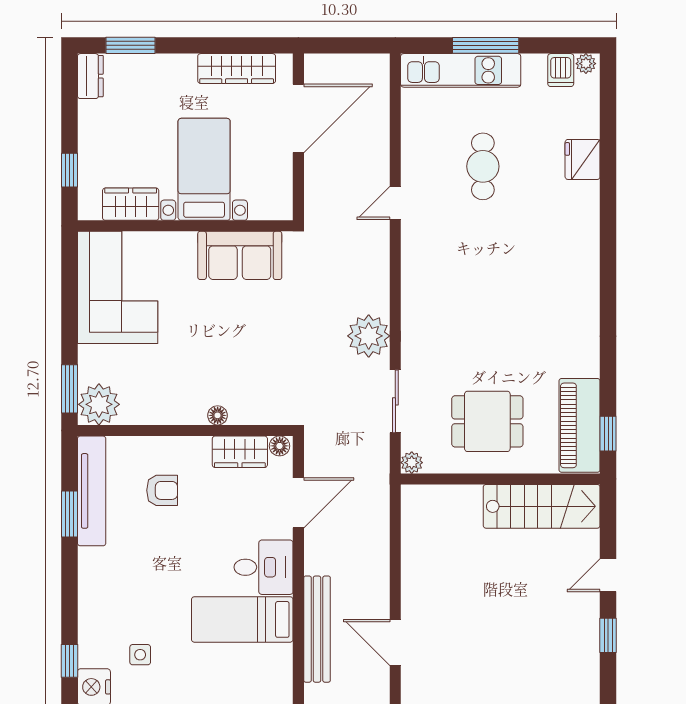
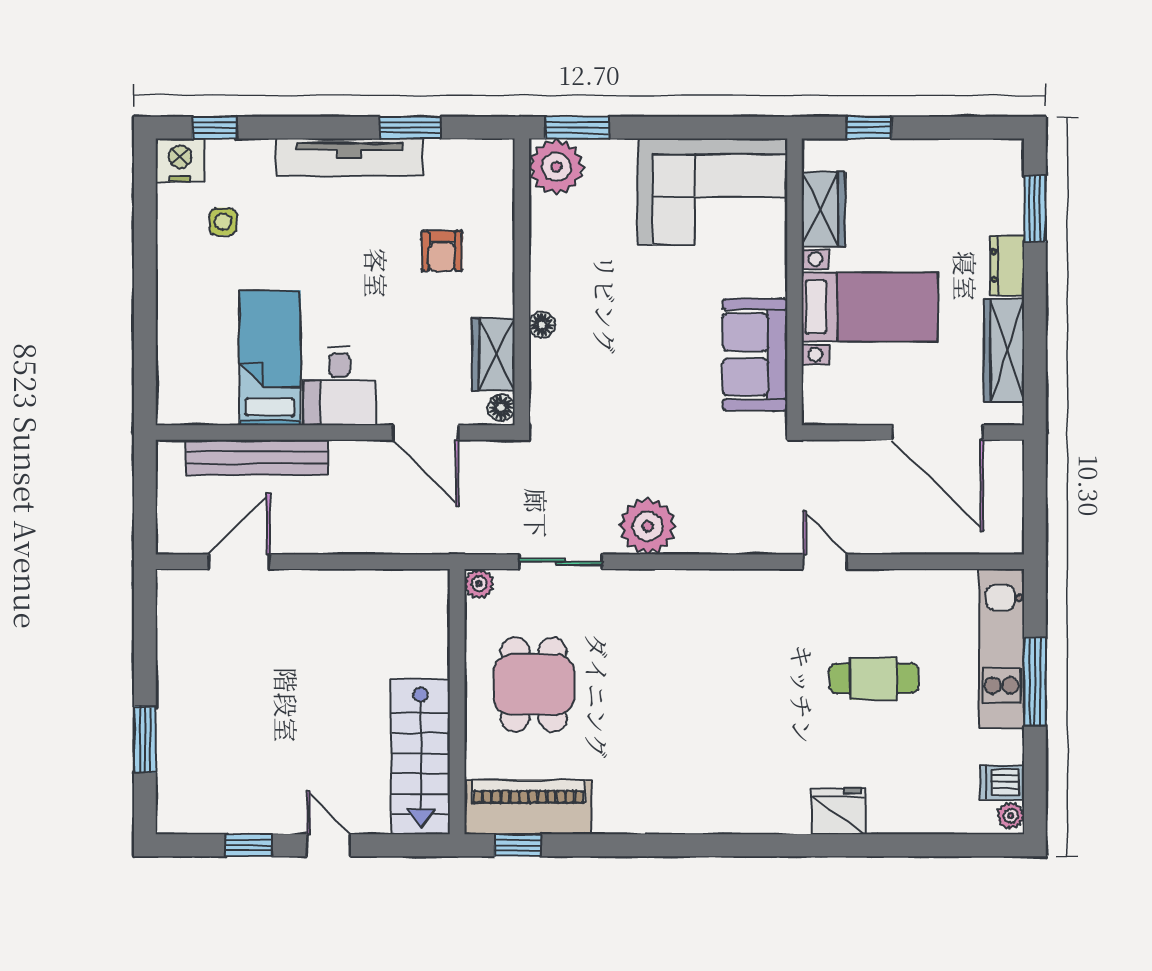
dresser: (90, 76) -> (1007, 266), moved, turned 90
fridge: (583, 159) -> (839, 811), moved
tv unit: (92, 491) -> (349, 157), moved

